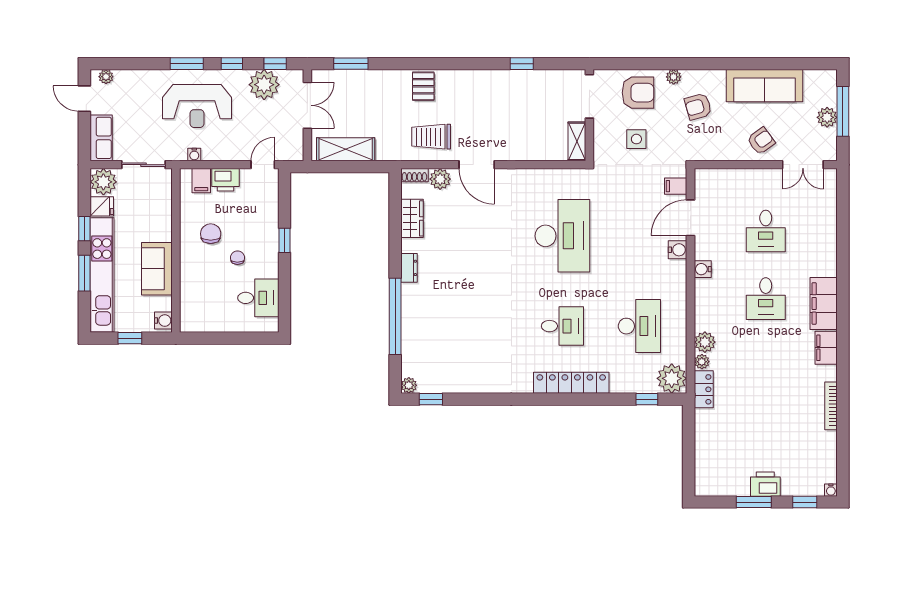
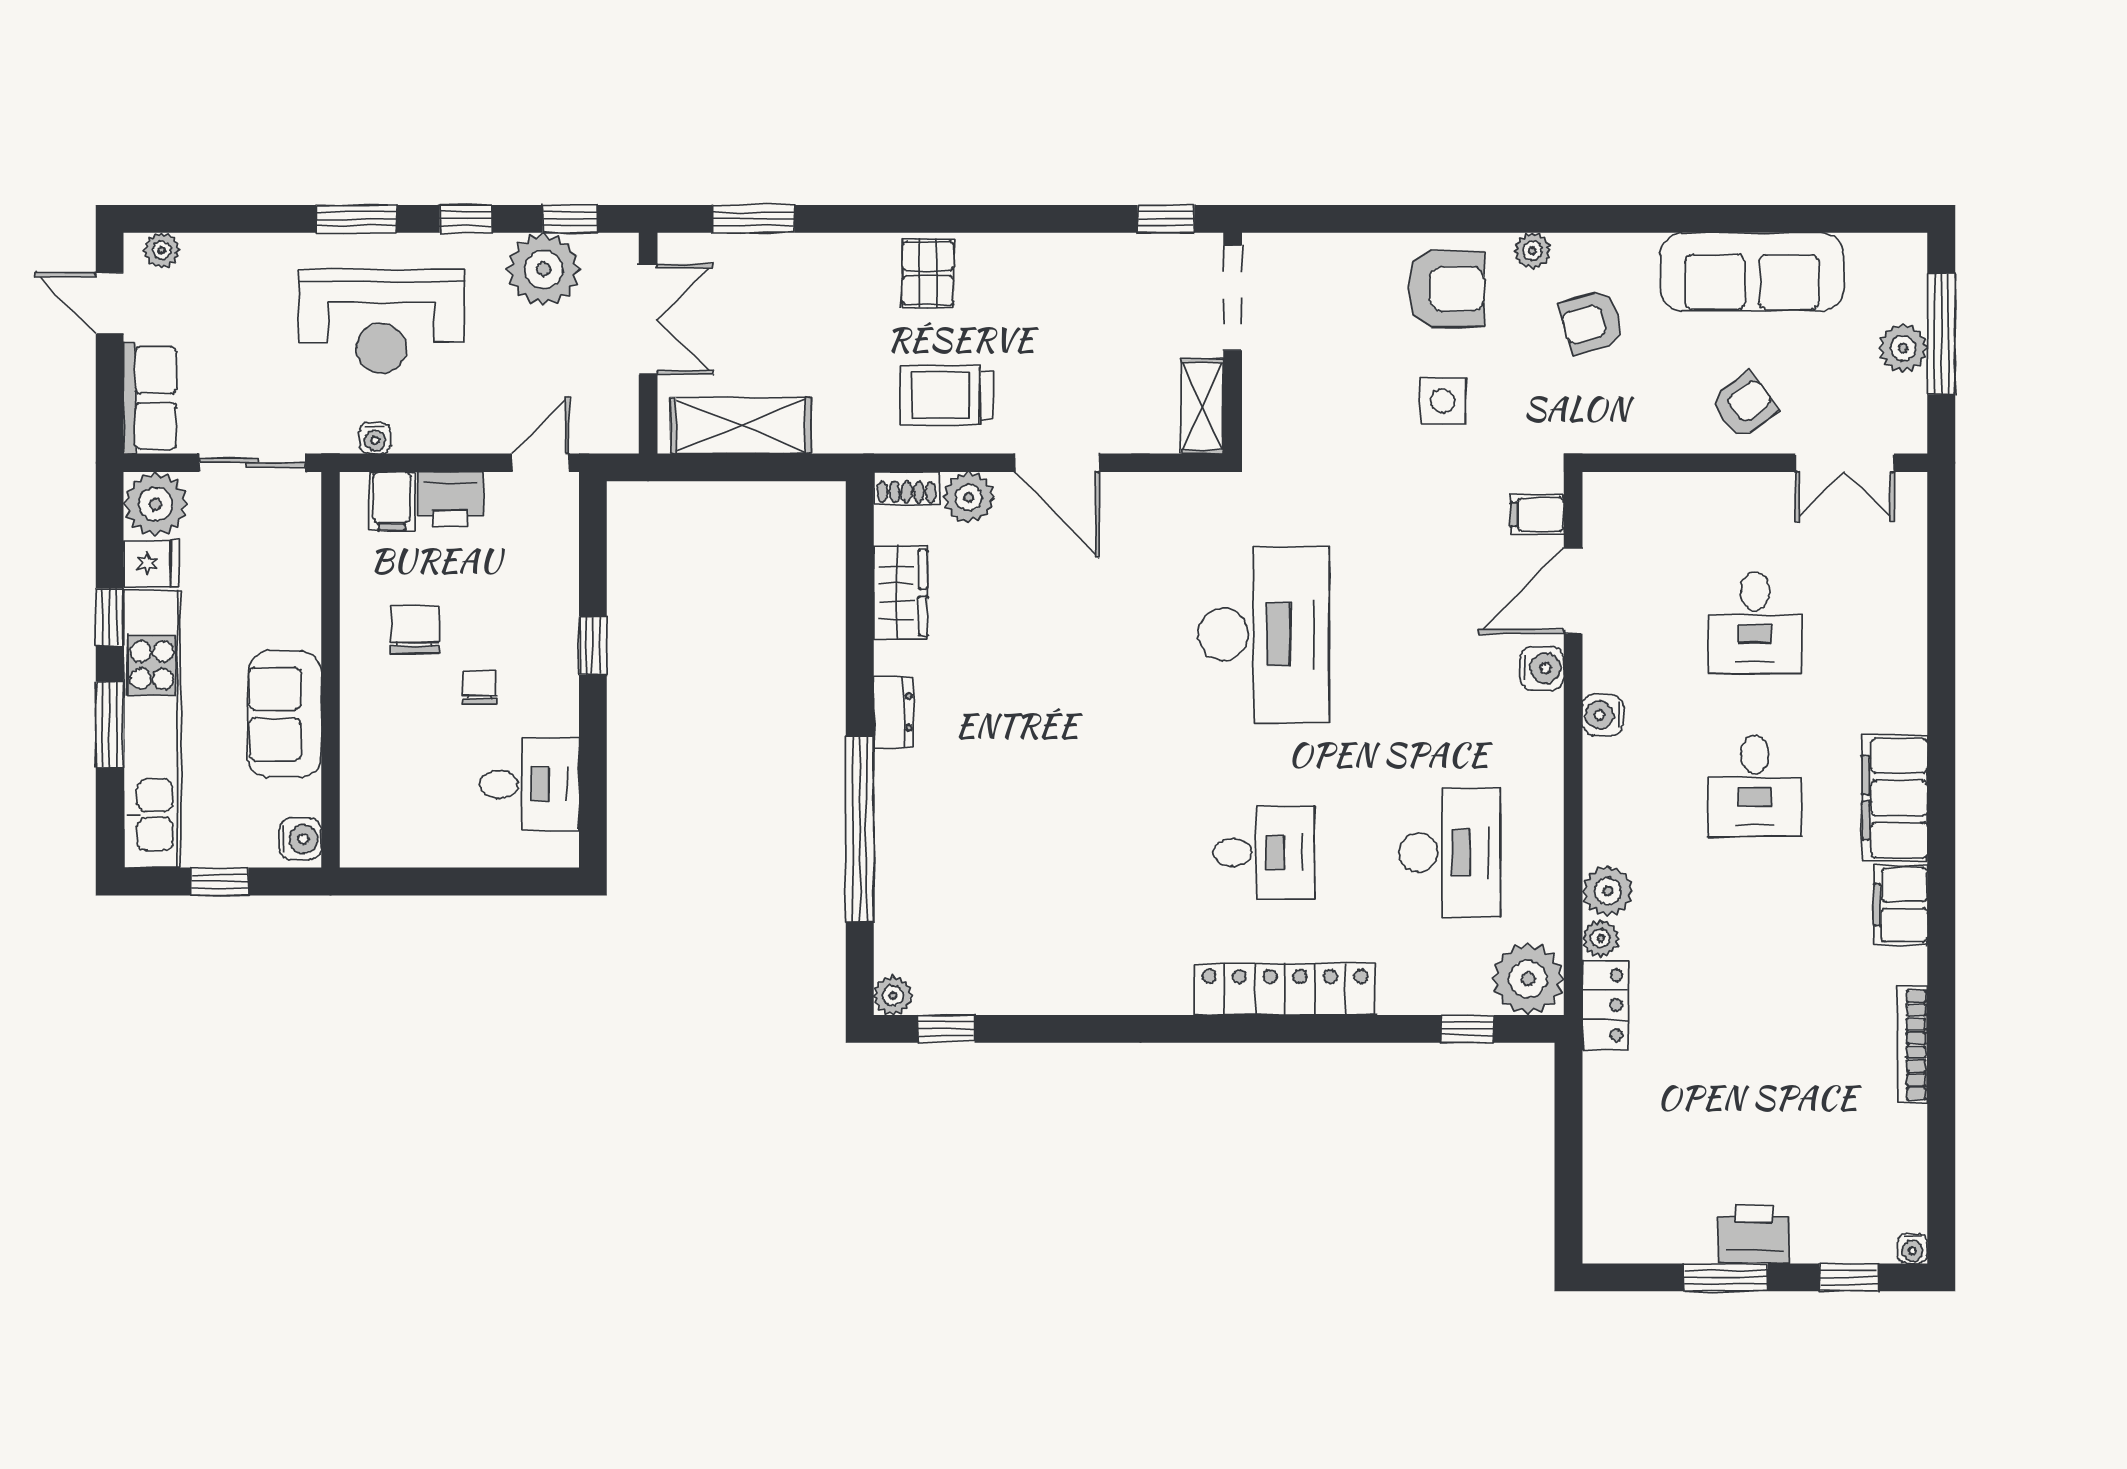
doorway: (589, 96) -> (1233, 298), moved
wall: (589, 115) -> (1233, 343), moved
shelving: (577, 141) -> (1202, 406), moved

